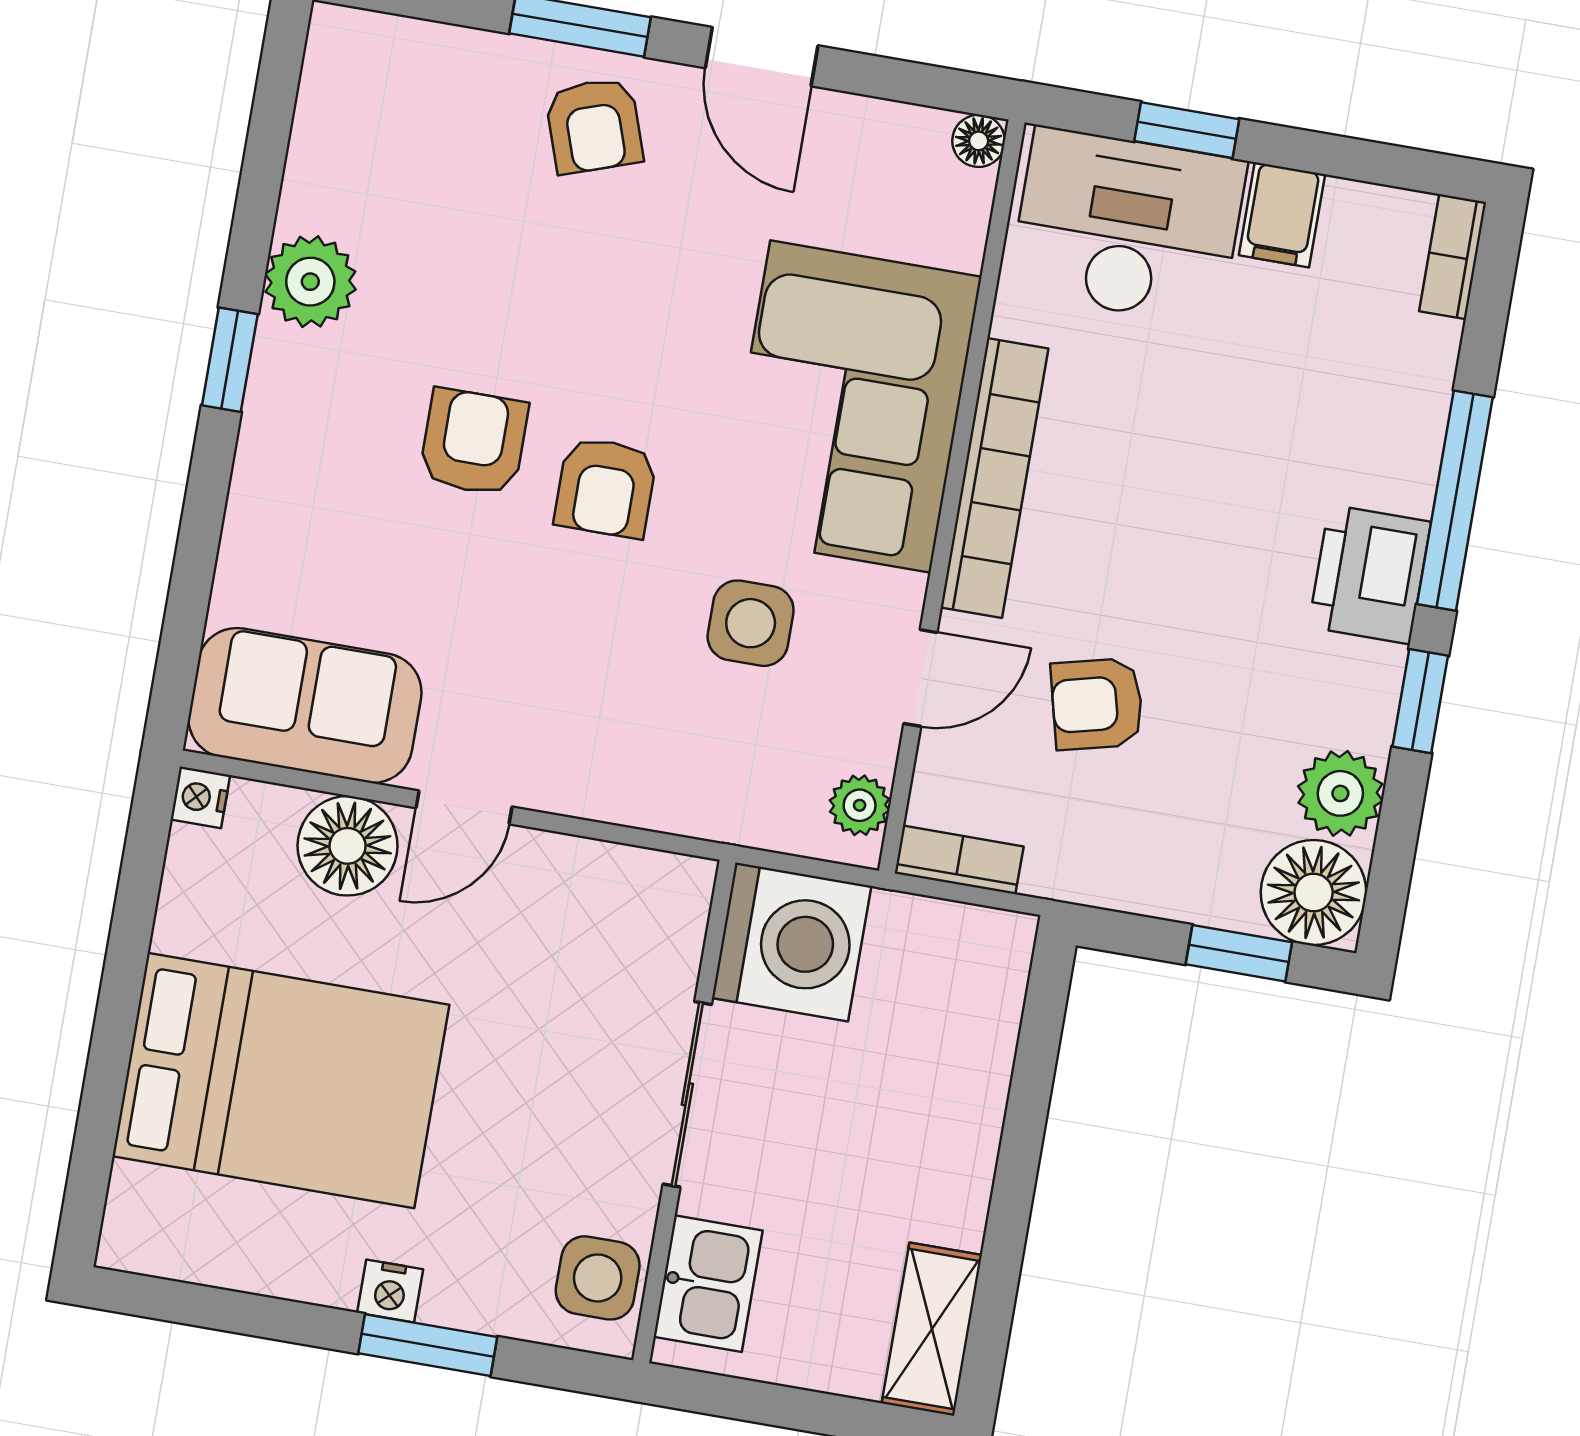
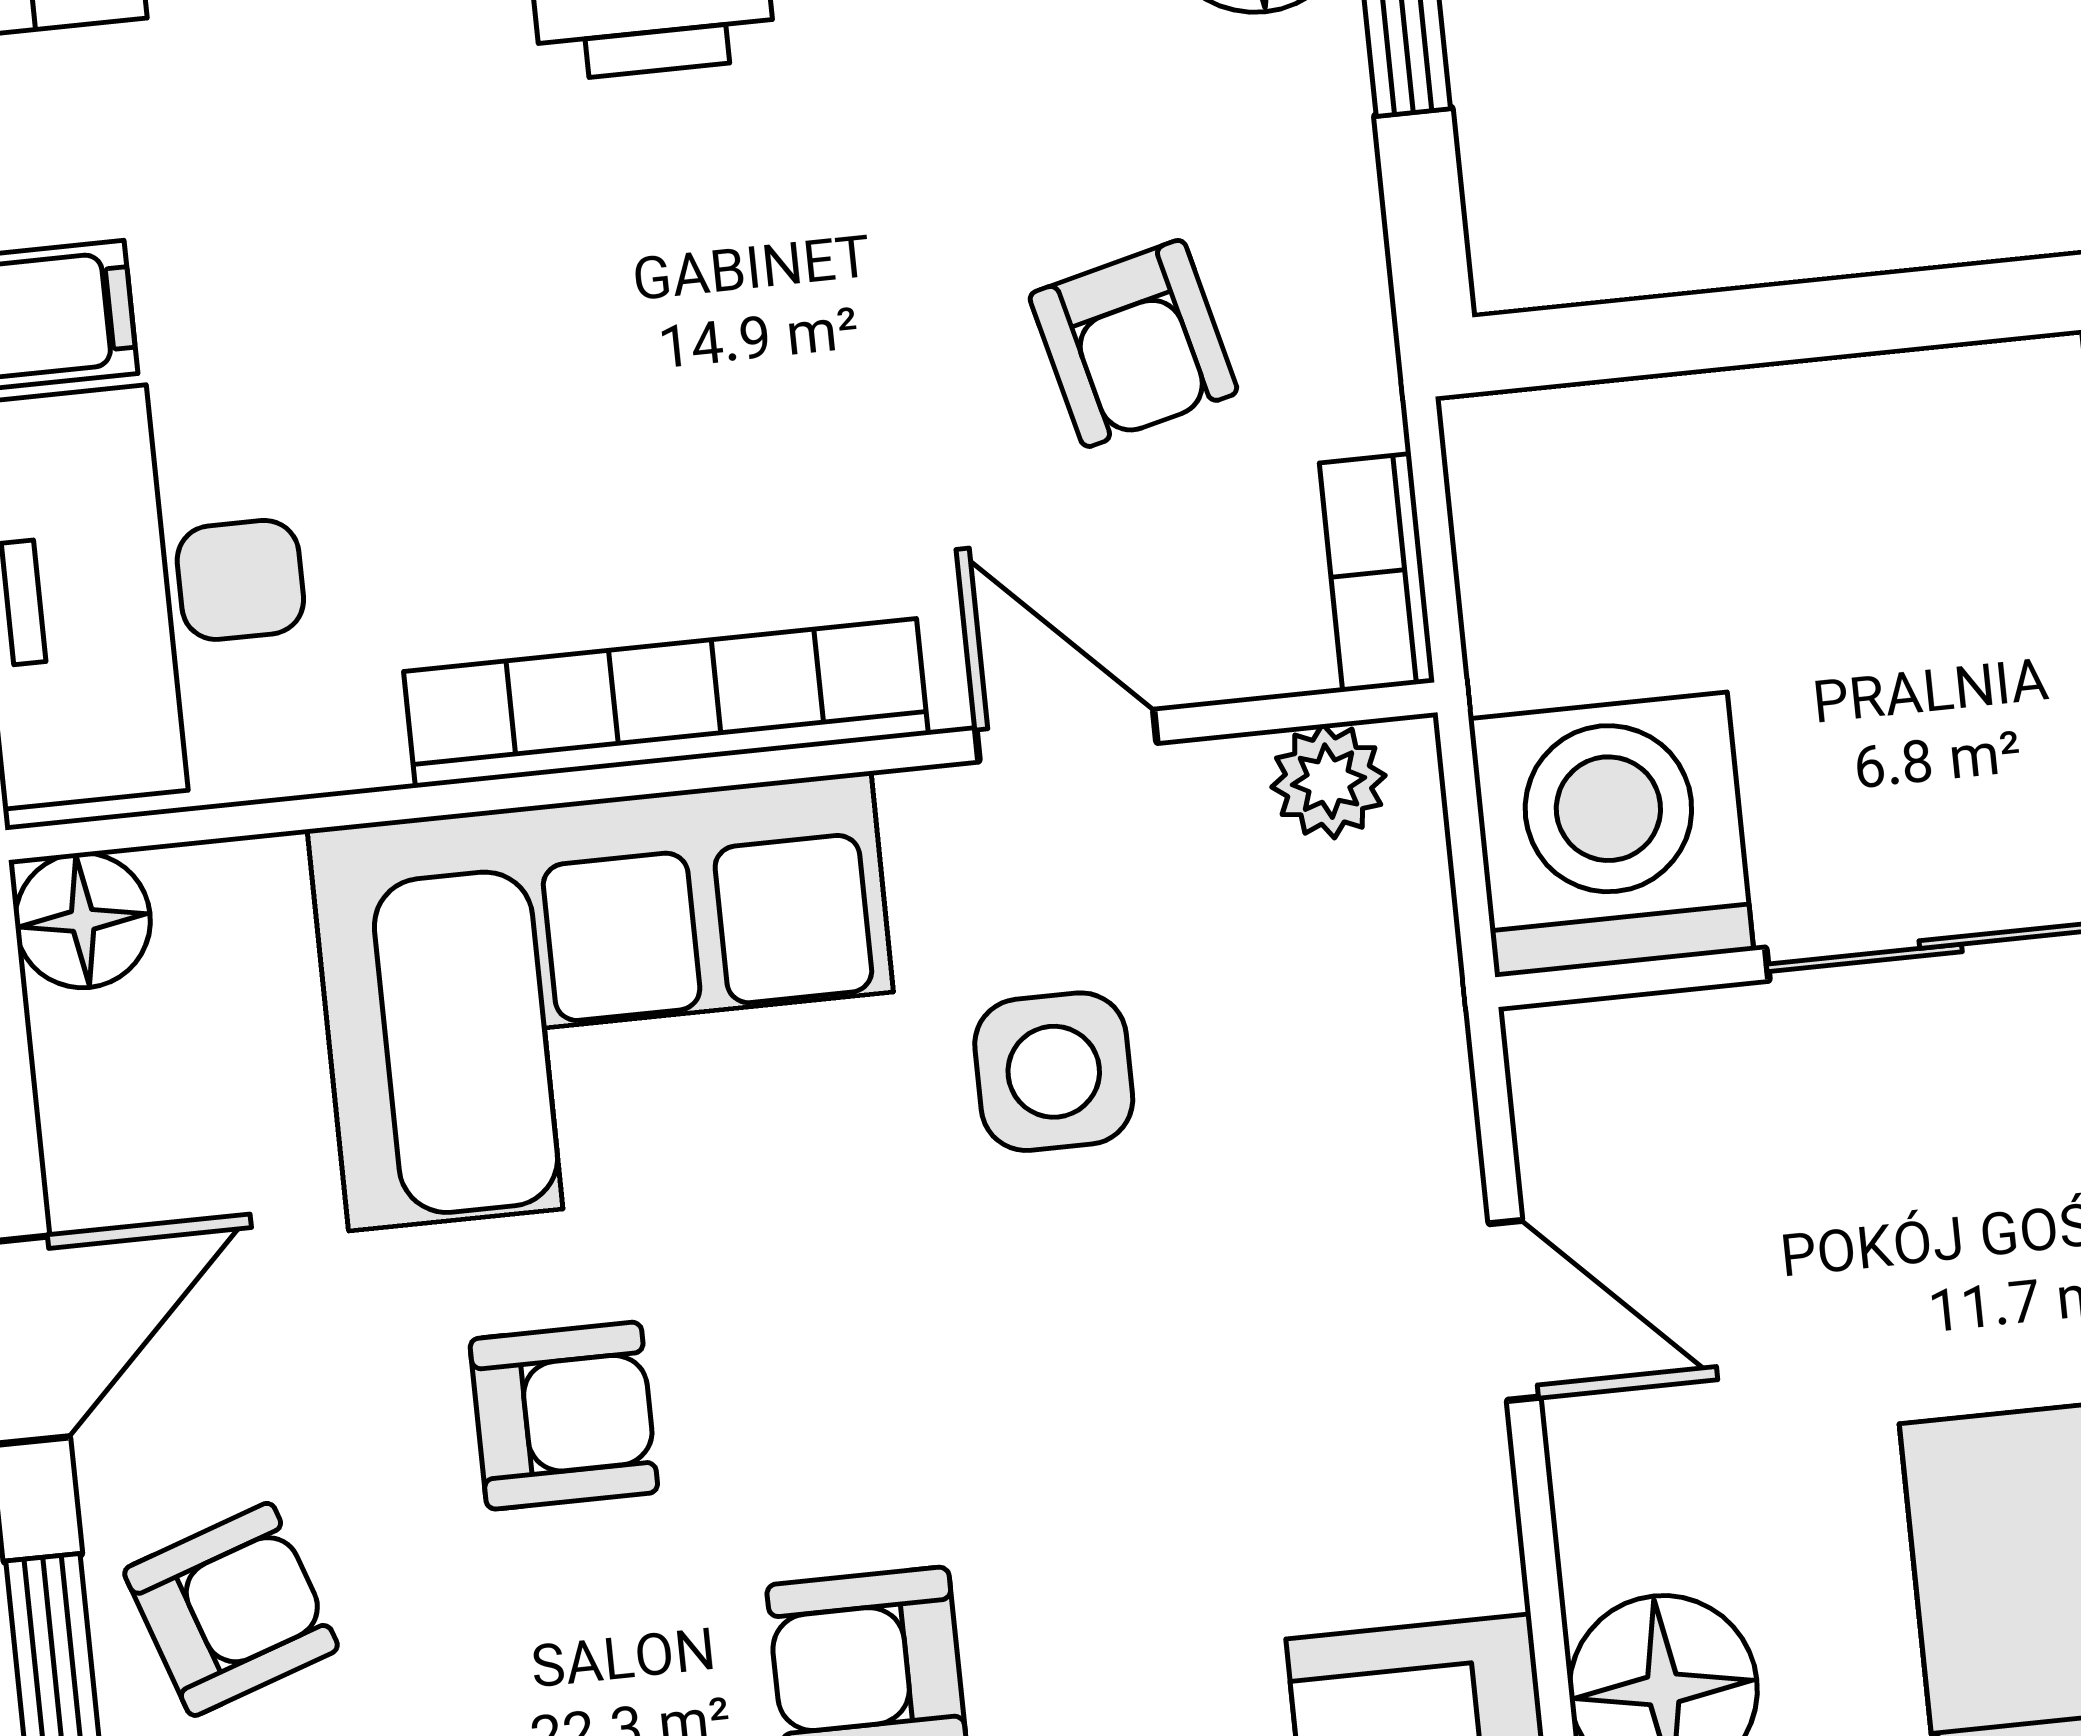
floor lamp: (979, 141) -> (83, 920), width x1.37, depth x1.37
armchair: (606, 488) -> (564, 1416), moved
armchair: (1097, 704) -> (1133, 343), moved
door: (464, 807) -> (1515, 1310), moved

